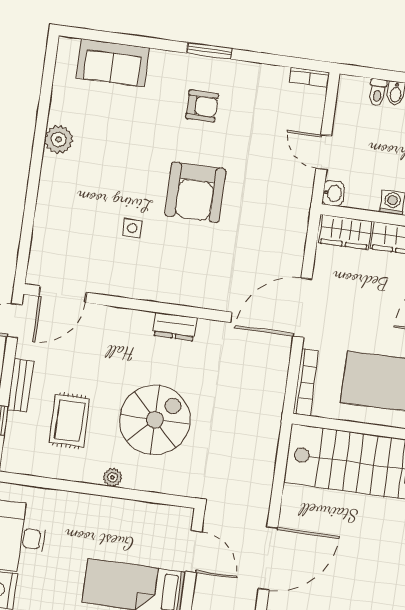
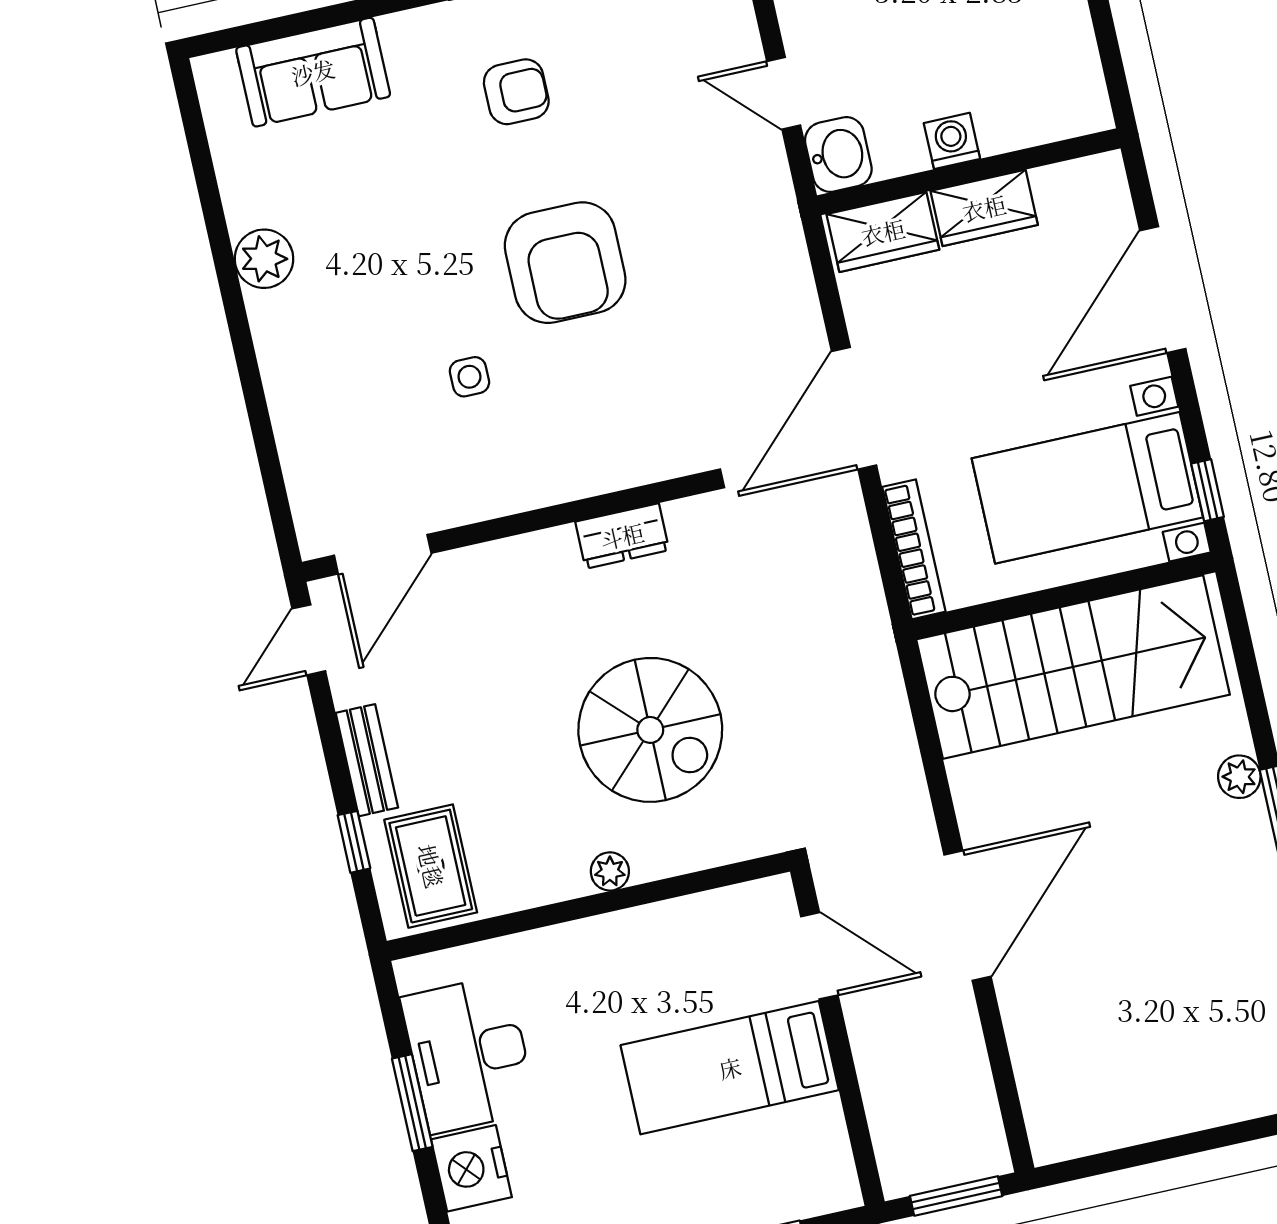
washbasin: (333, 193) -> (838, 154), width x1.38, depth x1.45
spiral stairs: (155, 420) -> (650, 730), turned 90
rug: (70, 421) -> (431, 866), moved

